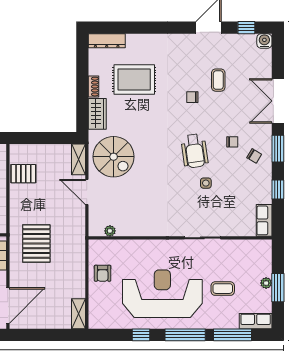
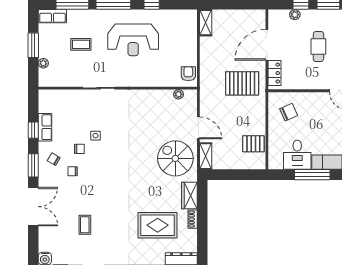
chair: (192, 97) -> (79, 149), moved
wheelchair: (194, 151) -> (105, 163), removed
row of seats: (264, 220) -> (45, 127), moved
pallet: (36, 243) -> (242, 83), turned 90
armchair: (103, 273) -> (188, 74), moved
plant: (266, 283) -> (43, 63), moved
reception desk: (162, 294) -> (133, 40), width x0.74, depth x0.77
door: (8, 305) -> (267, 45), moved

